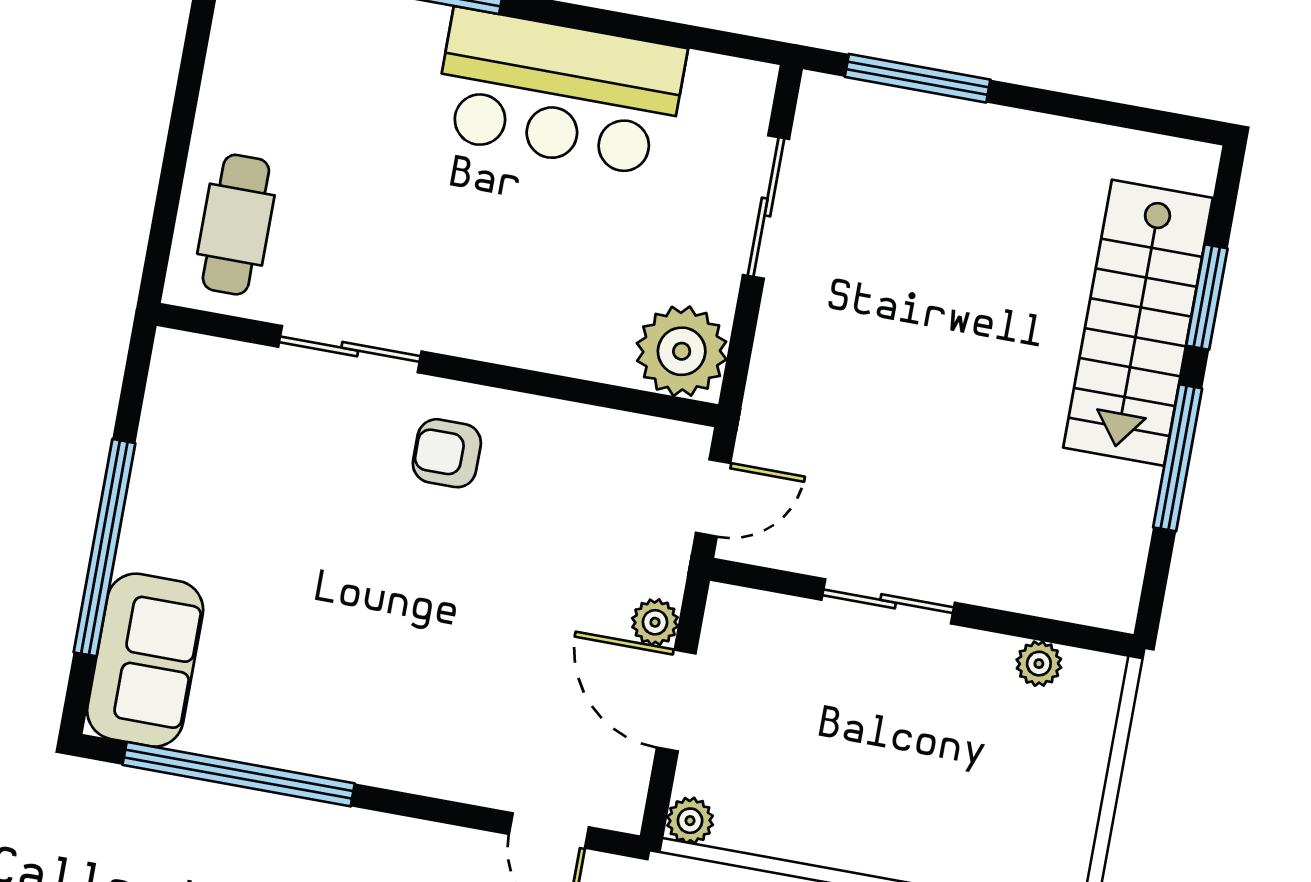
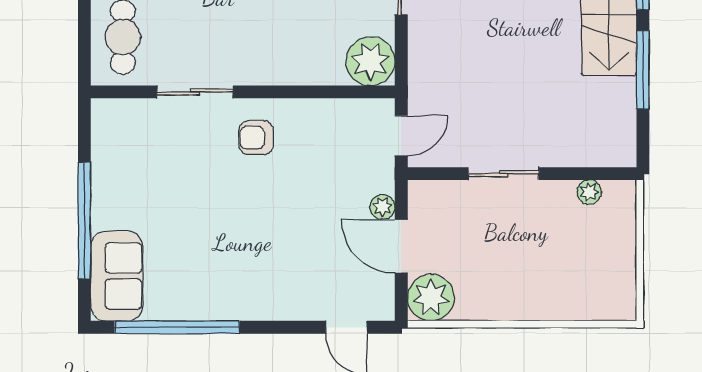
plant: (690, 821) -> (431, 298), width x1.87, depth x1.87

